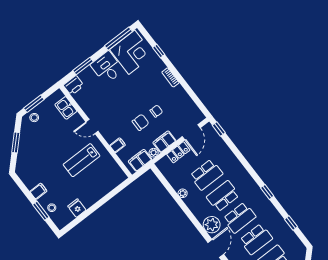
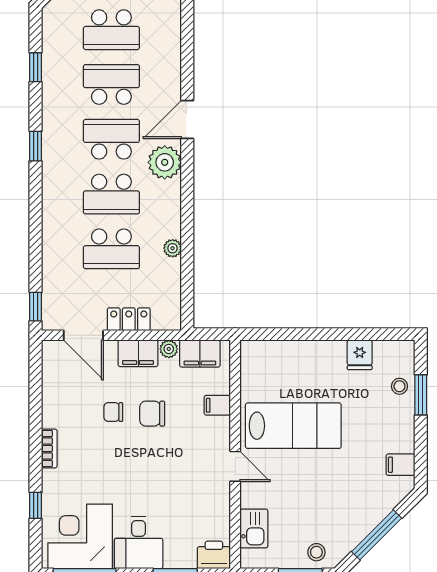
door: (191, 132) -> (83, 335), swing flipped
window: (16, 143) -> (377, 535), width x1.44
lab bench: (82, 160) -> (293, 426), width x1.36, depth x1.39
school desk: (206, 175) -> (111, 249), turned 180
filing cabinet: (38, 191) -> (401, 465), moved

